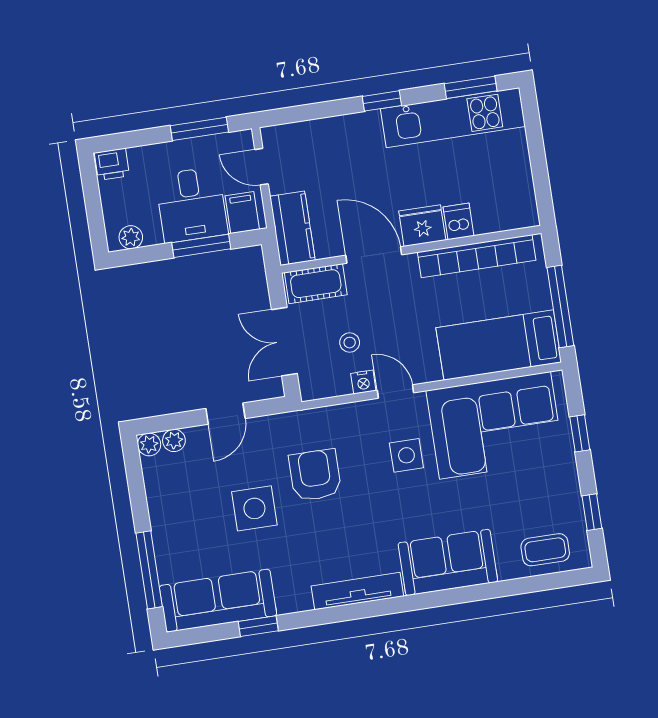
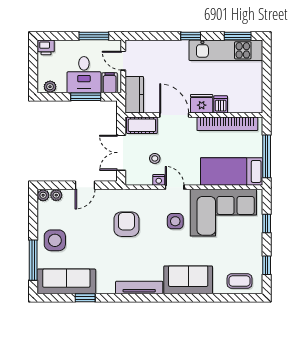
side table: (254, 508) -> (55, 240), moved

